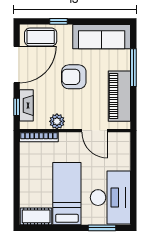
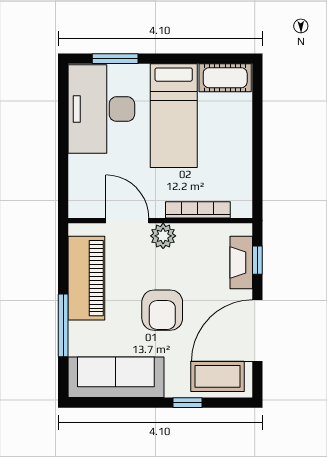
armchair: (74, 77) -> (162, 310), turned 90
plant: (57, 121) -> (163, 236), moved
bookcase: (39, 137) -> (198, 210), moved

